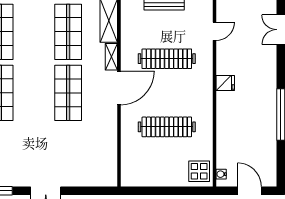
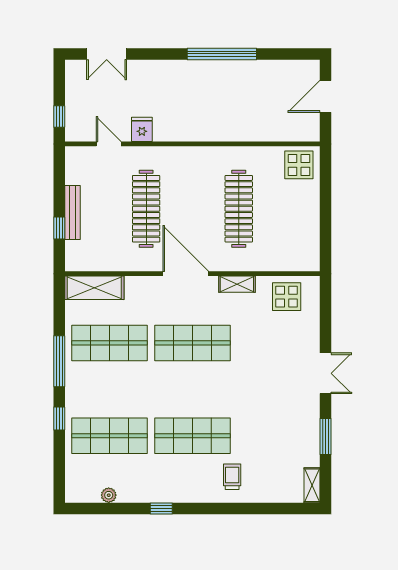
shelving: (111, 57) -> (237, 284), moved
fridge: (225, 83) -> (142, 129), moved
display table: (102, 162) -> (287, 297), added
water cooler: (221, 174) -> (303, 135), removed

